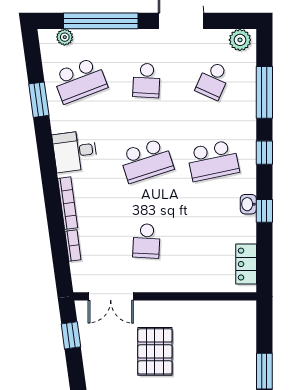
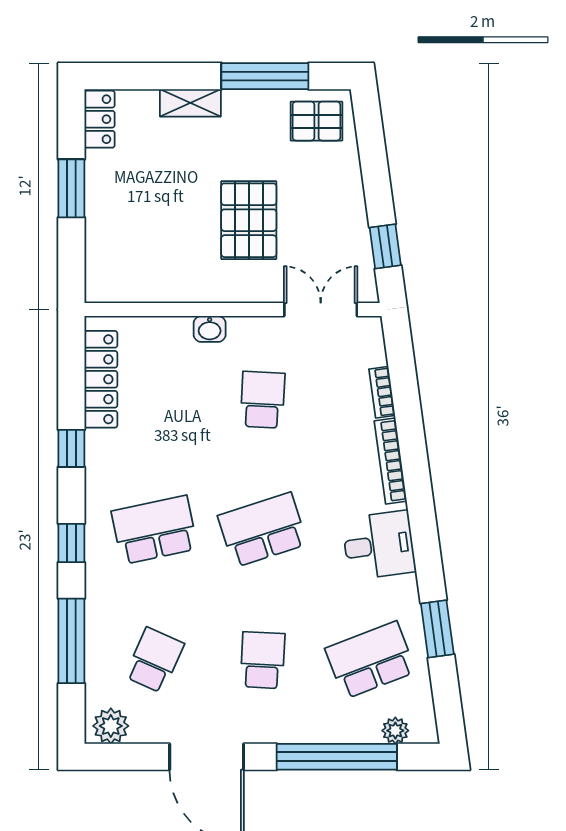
washbasin: (248, 204) -> (210, 329), moved, turned 90
locker: (246, 264) -> (101, 379), width x1.53

